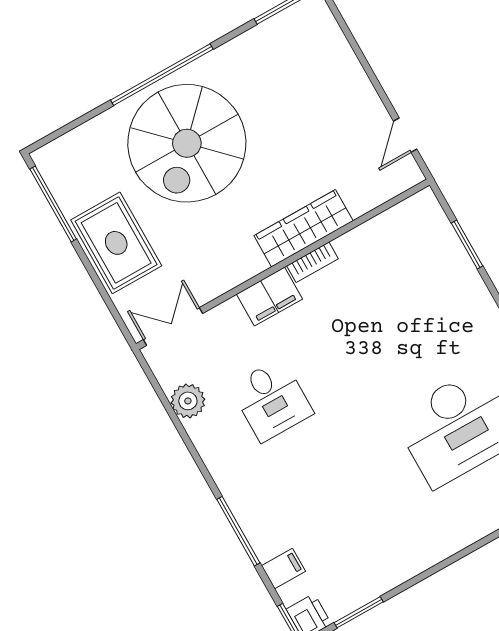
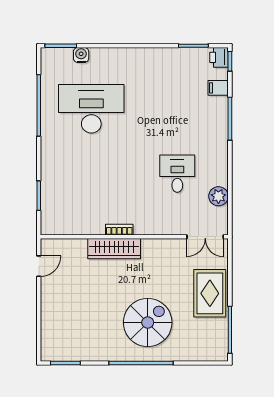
spiral stairs: (187, 143) -> (148, 323), width x0.73, depth x0.73
filing cabinet: (269, 297) -> (150, 225), removed

